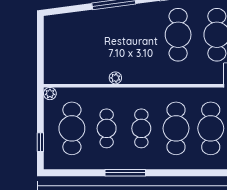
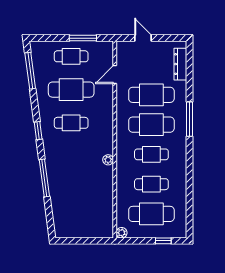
cafe table: (178, 35) -> (71, 123), width x0.73, depth x0.74
plant: (115, 78) -> (108, 160), moved
window: (125, 173) -> (189, 119), moved

